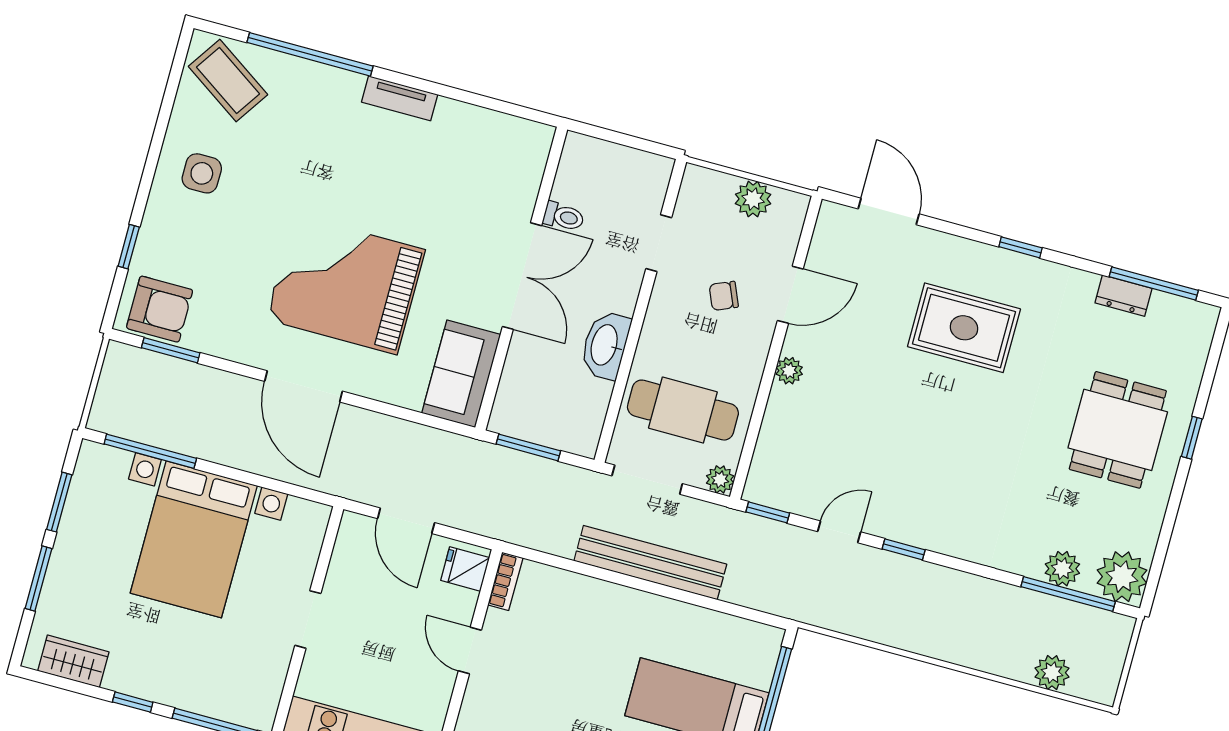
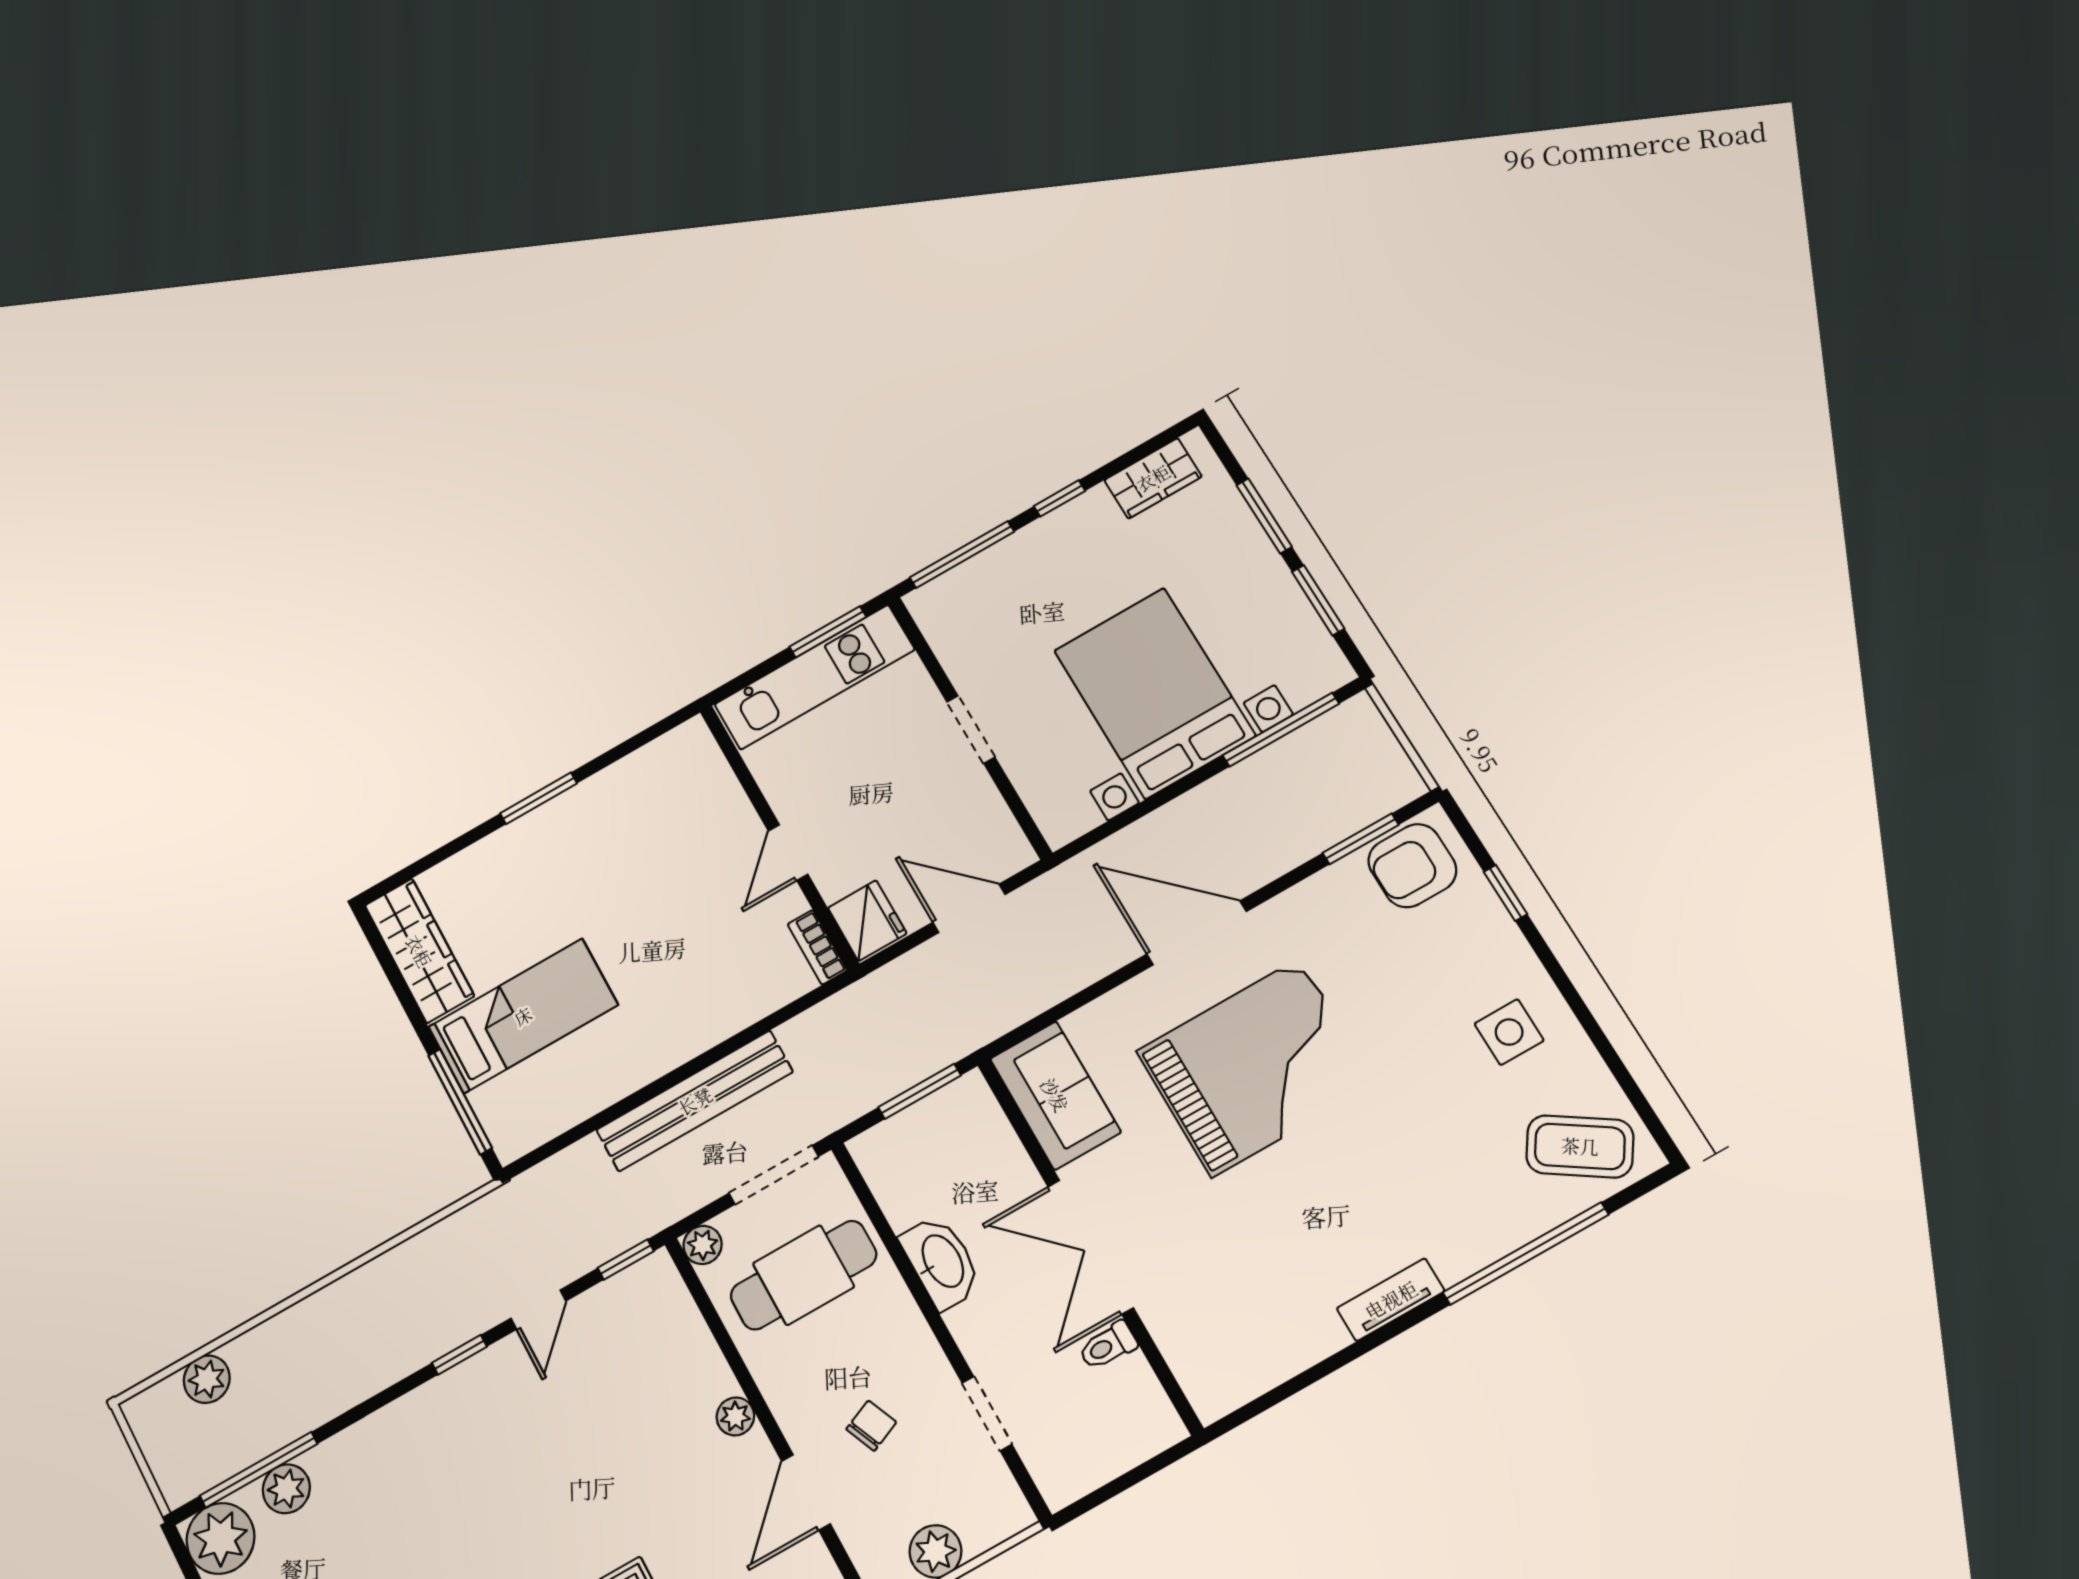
fridge: (465, 569) -> (867, 921), width x1.38
door: (470, 651) -> (788, 853), swing flipped

